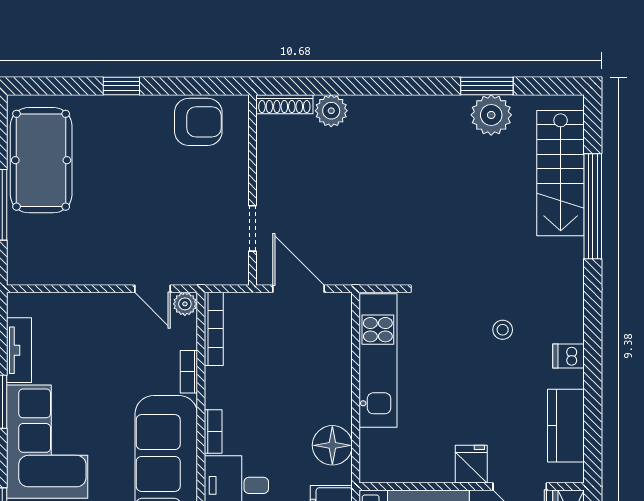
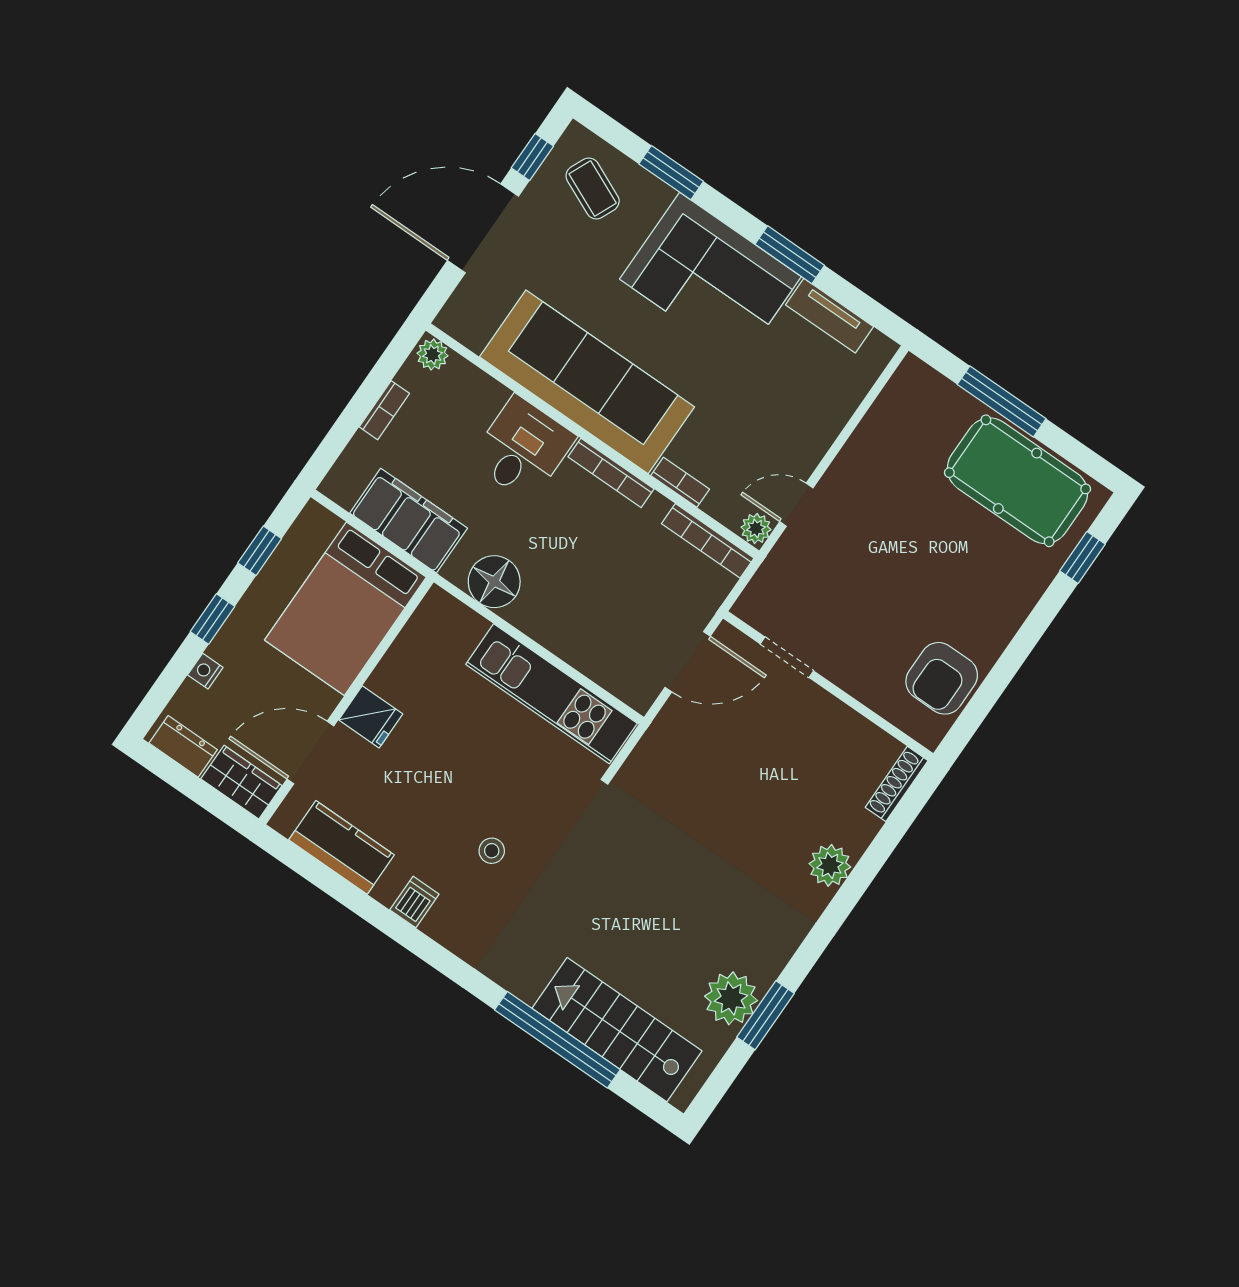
window: (121, 86) -> (1082, 557), moved
plant: (331, 111) -> (830, 865), moved
bookcase: (213, 432) -> (611, 473), width x1.56

